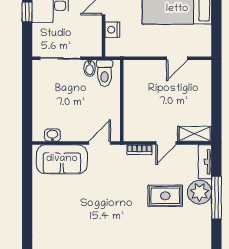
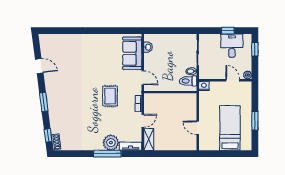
nightstand: (112, 30) -> (204, 86), moved
door: (166, 143) -> (143, 121), swing flipped
rug: (165, 196) -> (110, 96), moved

